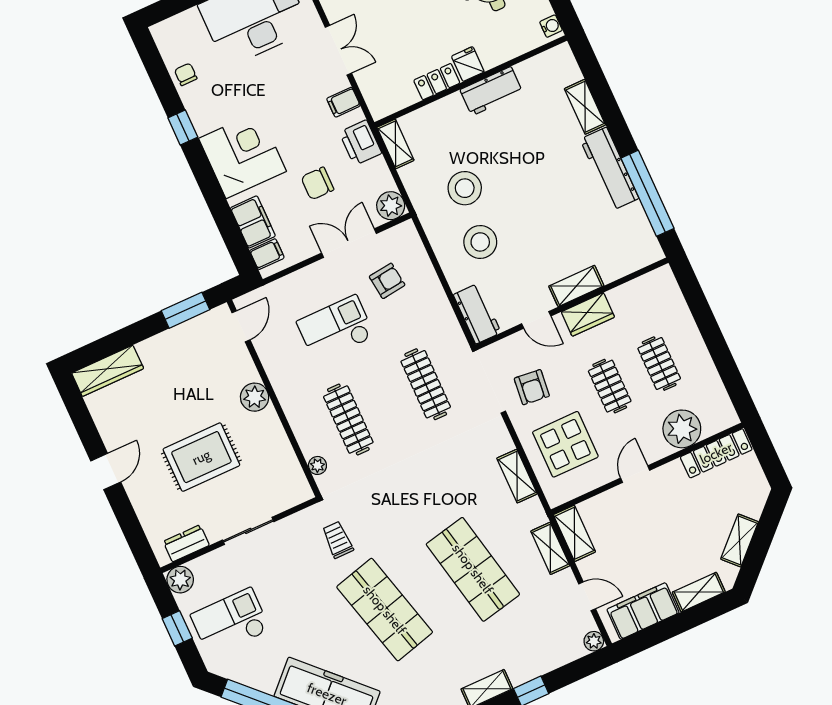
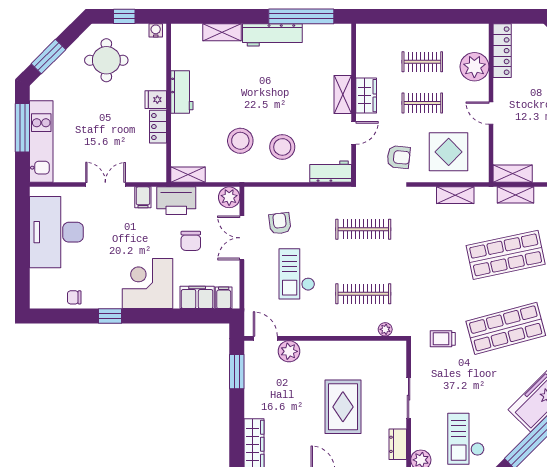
printer: (360, 143) -> (176, 201), width x1.37, depth x1.19
plant: (255, 397) -> (289, 351), moved

